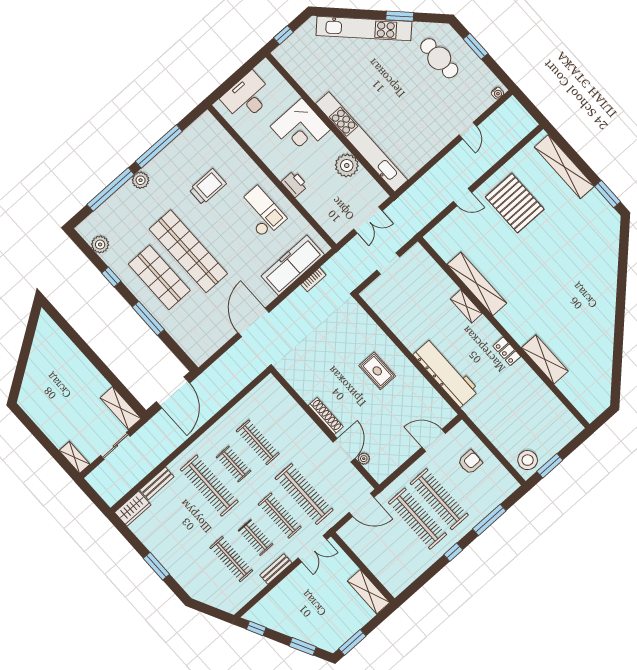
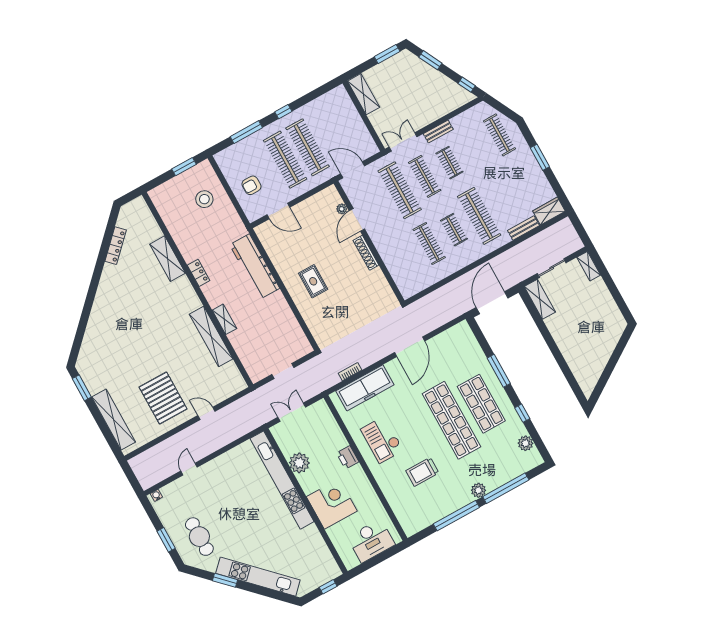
locker: (606, 361) -> (116, 246), added
stool: (528, 460) -> (204, 199), moved
clothes rail: (231, 559) -> (499, 135), moved

